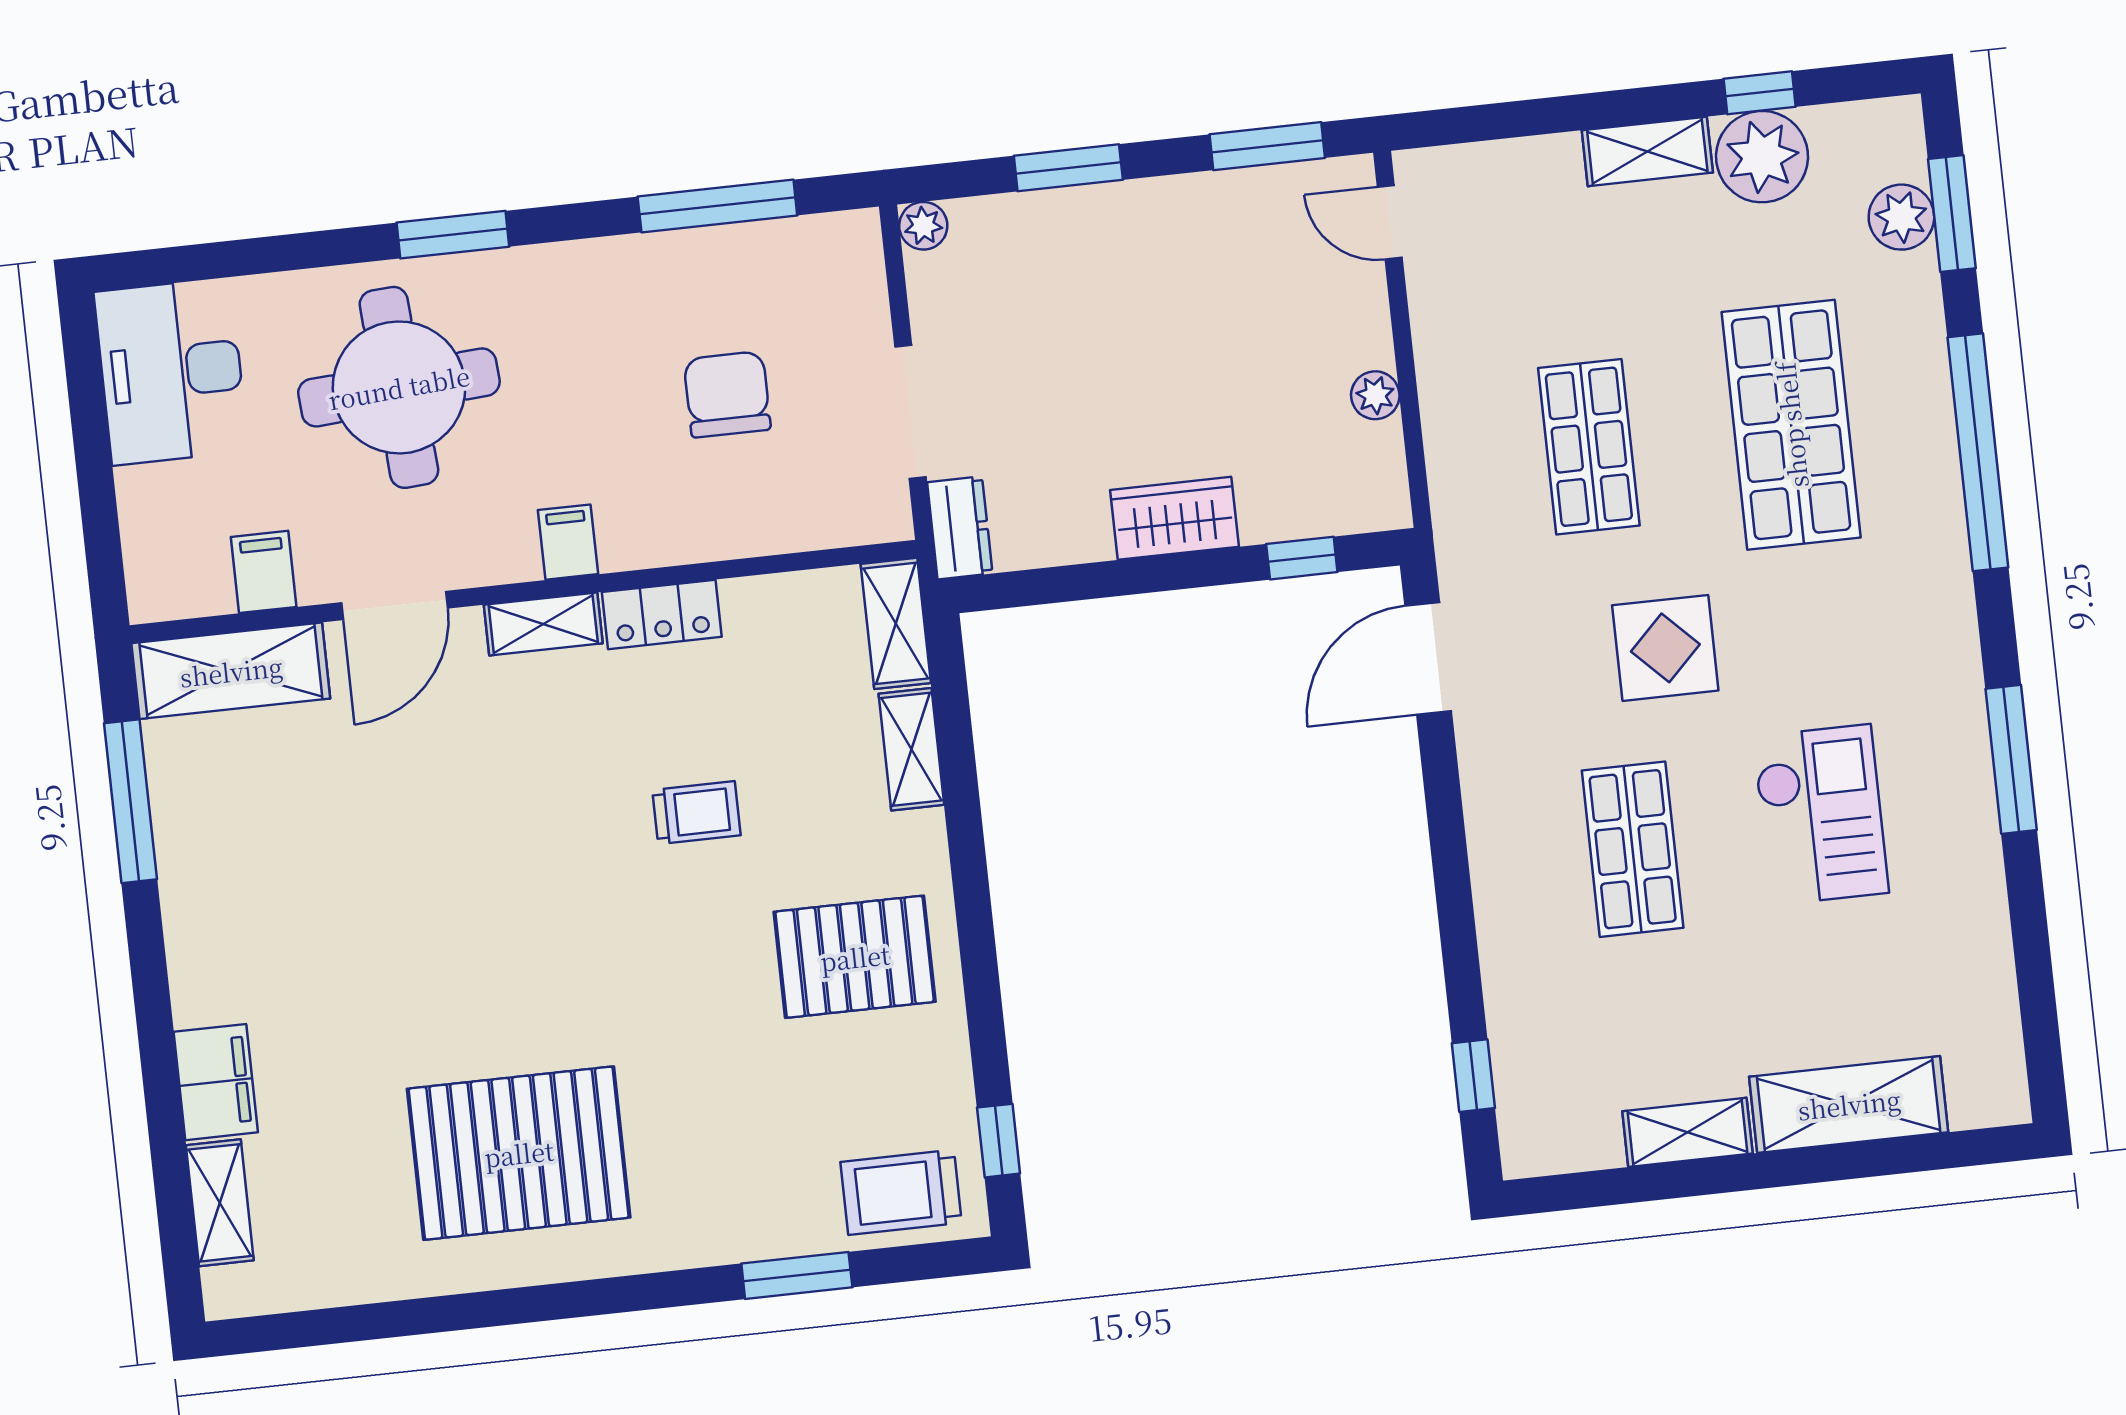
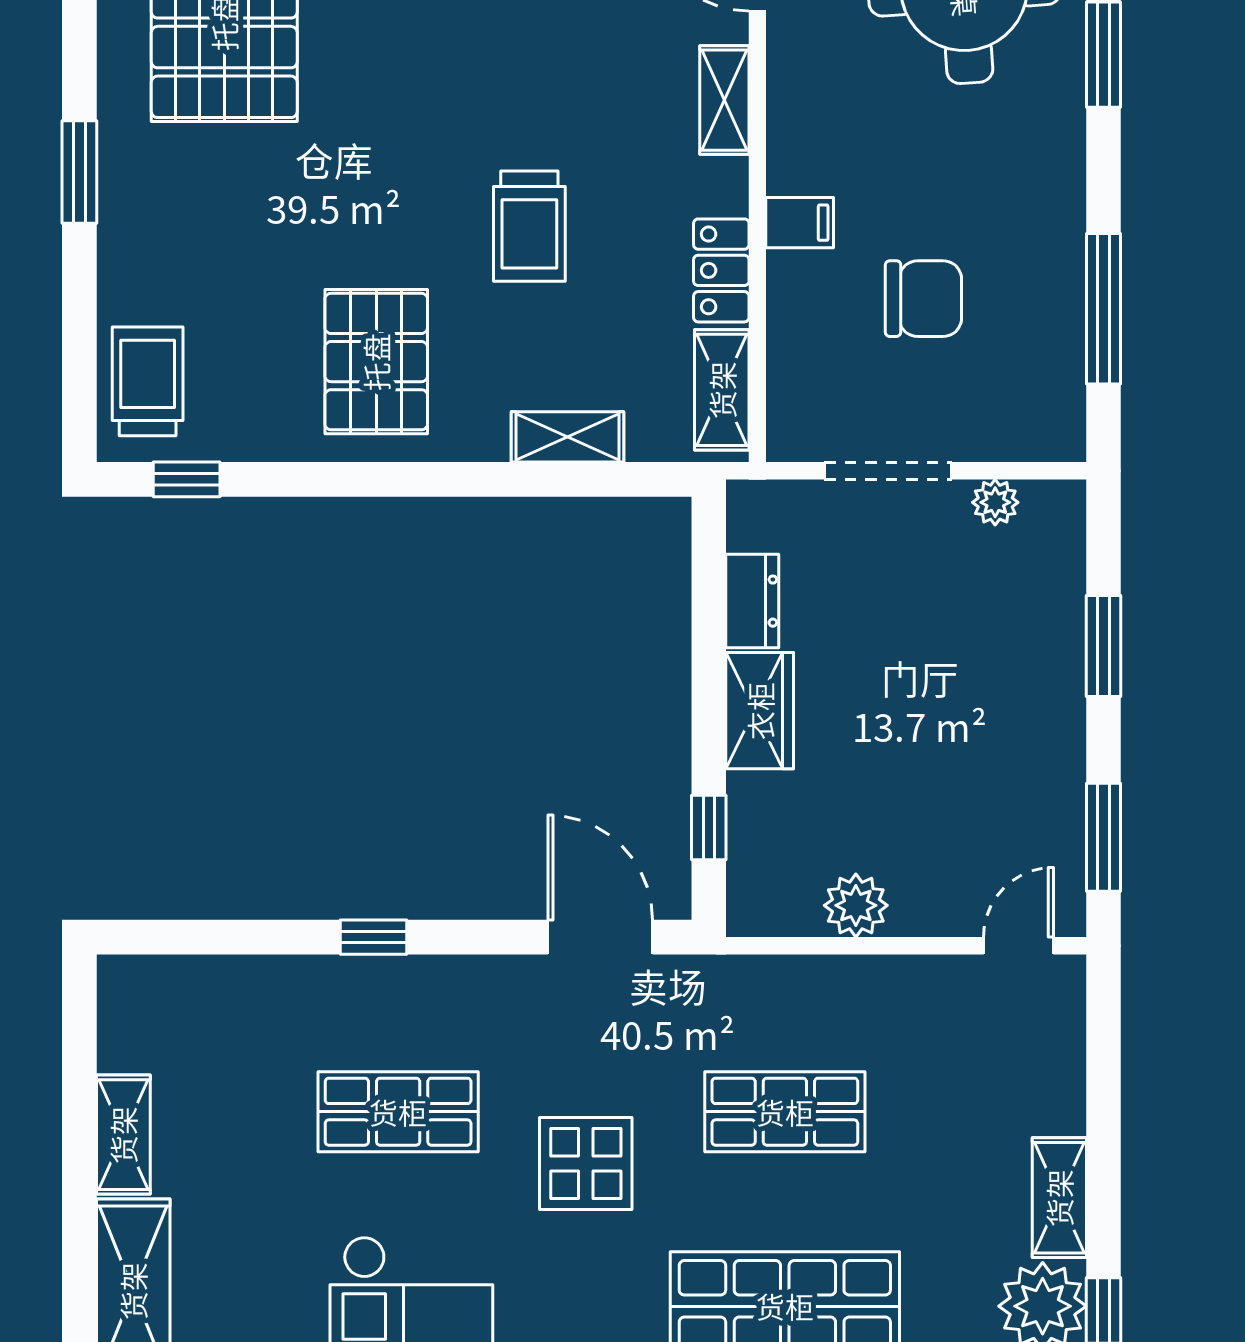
plant: (923, 226) -> (995, 502), moved
plant: (1375, 395) -> (856, 905), width x1.38, depth x1.38
dresser: (960, 528) -> (752, 601), moved, turned -90
filing cabinet: (568, 542) -> (800, 223), moved
locker: (662, 614) -> (721, 270), moved
shelving: (896, 623) -> (722, 390), moved, turned 90
trolley: (696, 813) -> (529, 226), width x1.36, depth x1.39
window: (1473, 1076) -> (374, 937), moved
window: (797, 1275) -> (79, 172), moved

